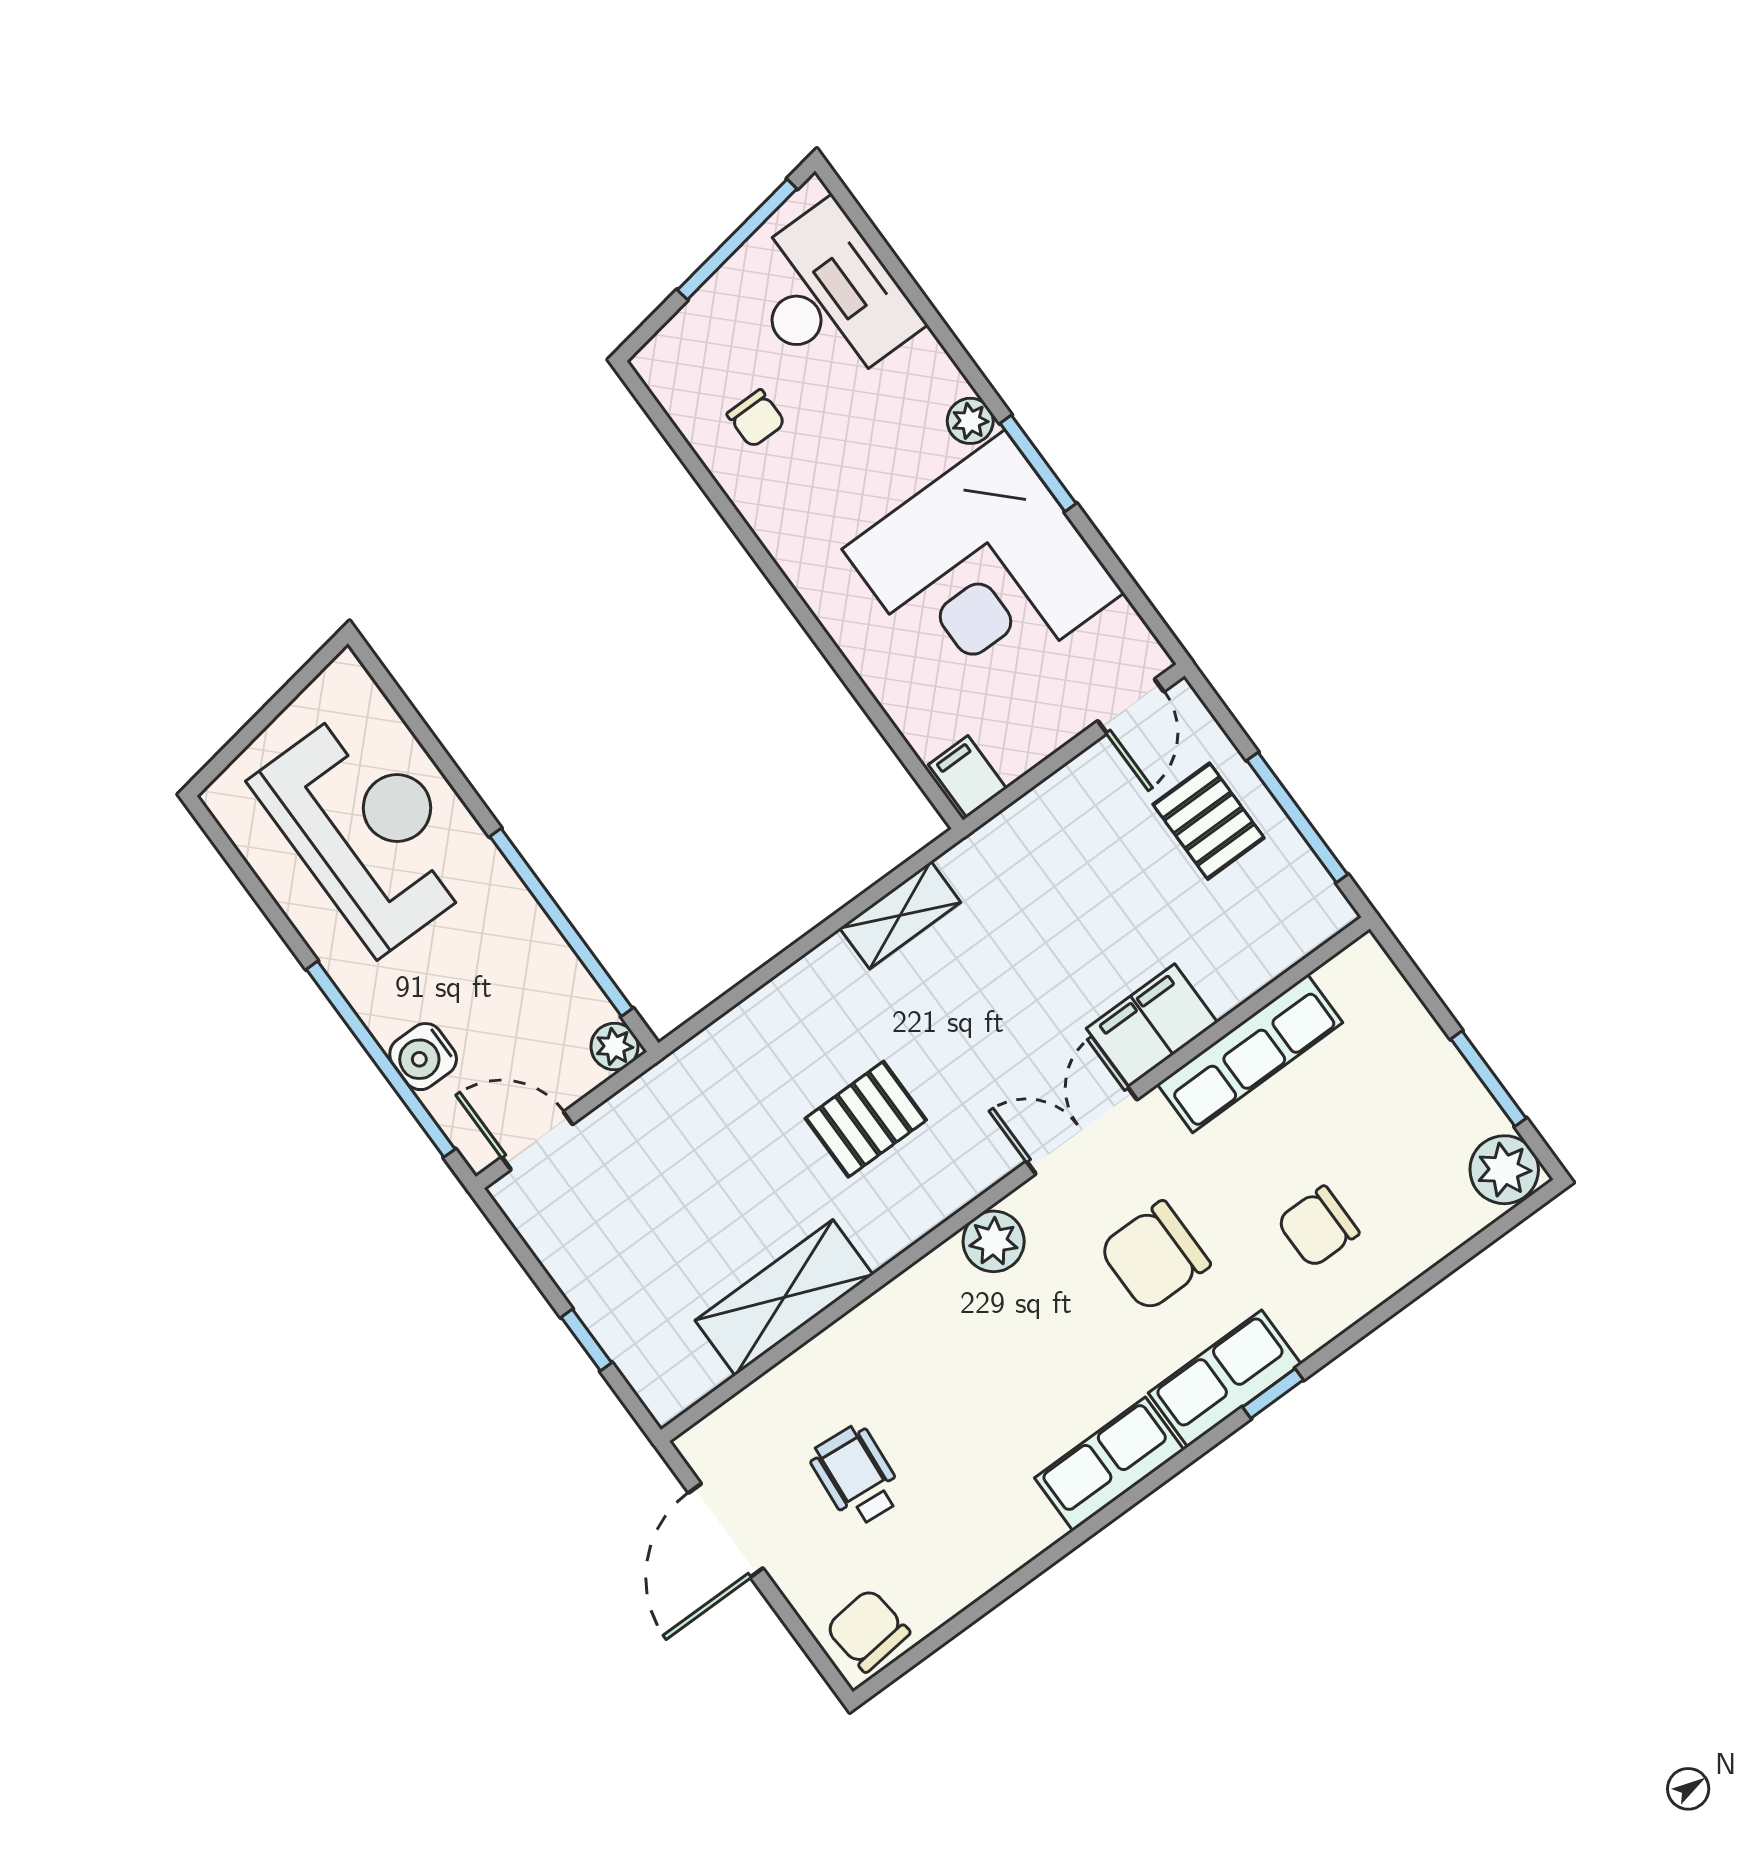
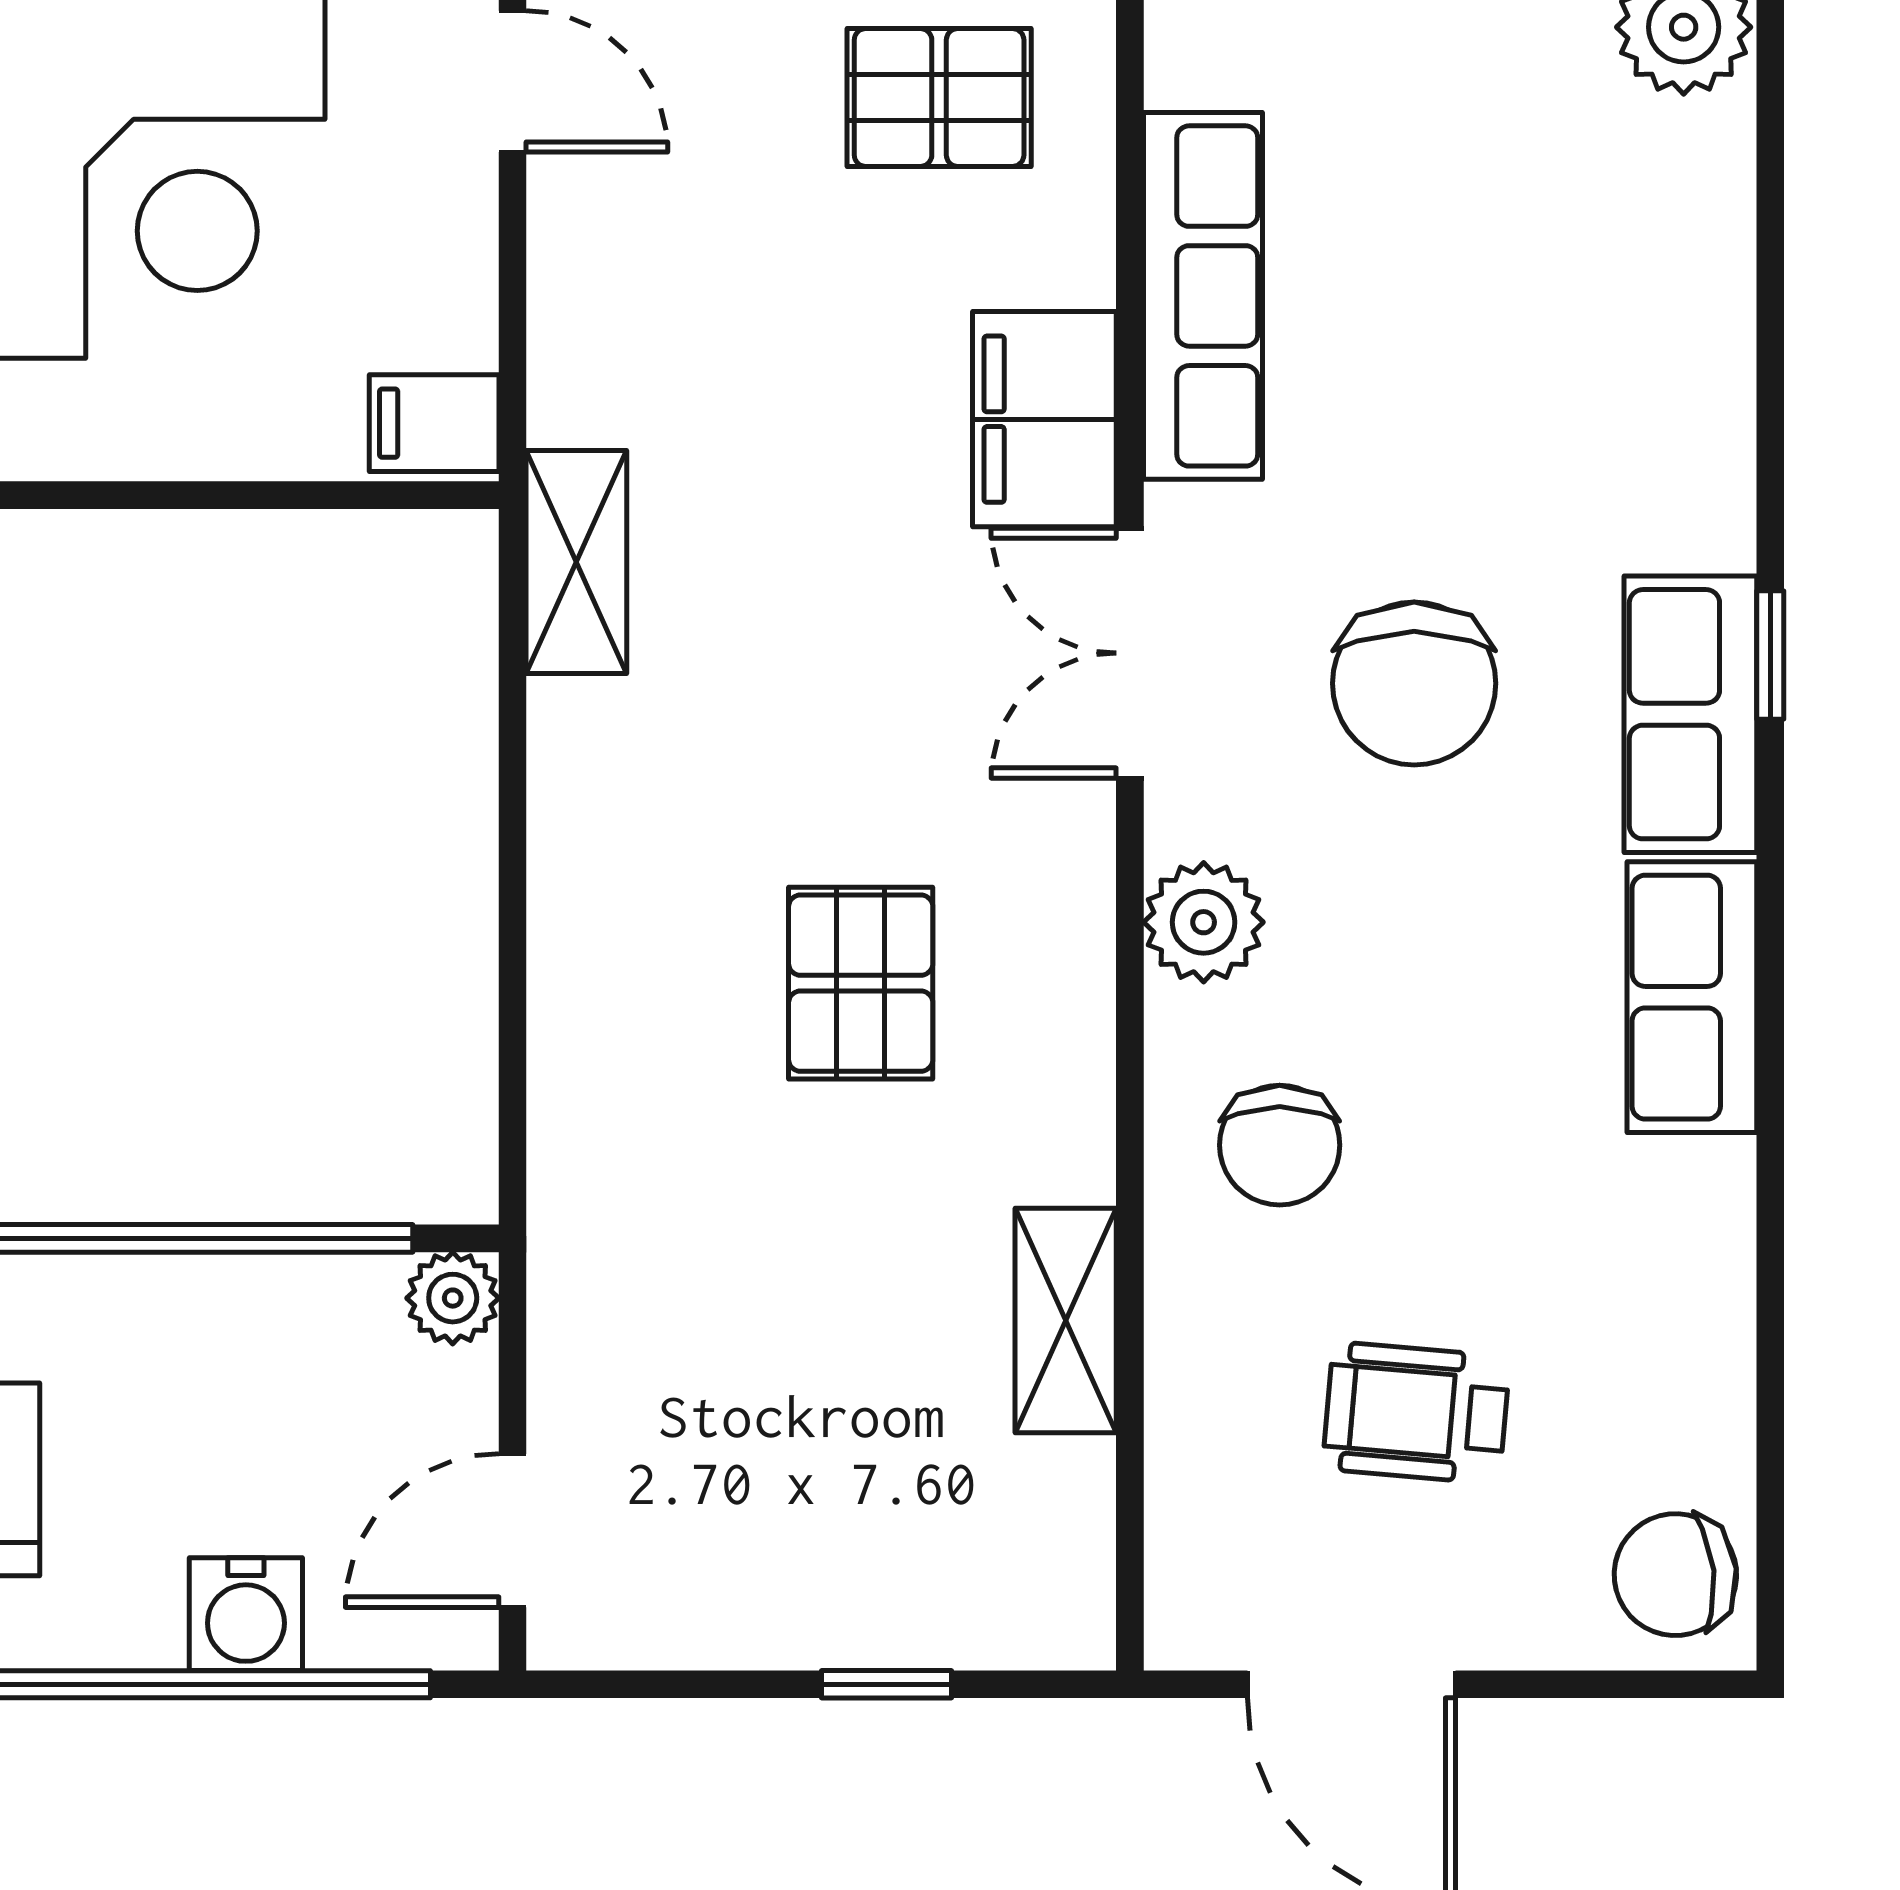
pallet: (1209, 821) -> (939, 98), moved
shelving: (900, 915) -> (576, 562), moved
chair: (1318, 1227) -> (1280, 1145), moved
shelving: (784, 1297) -> (1066, 1321), width x0.67, depth x0.75

